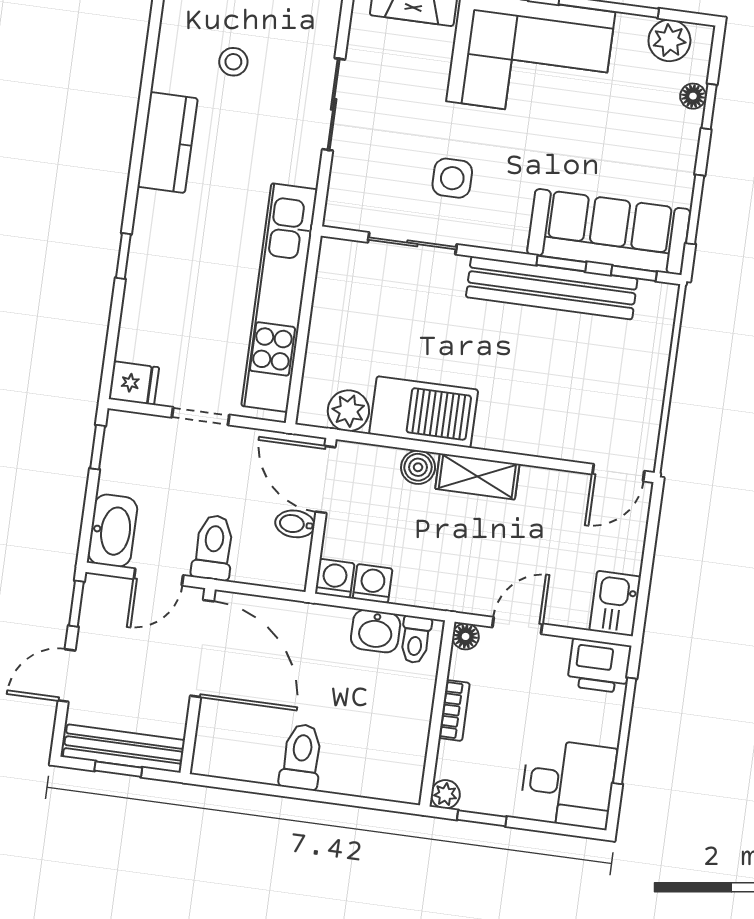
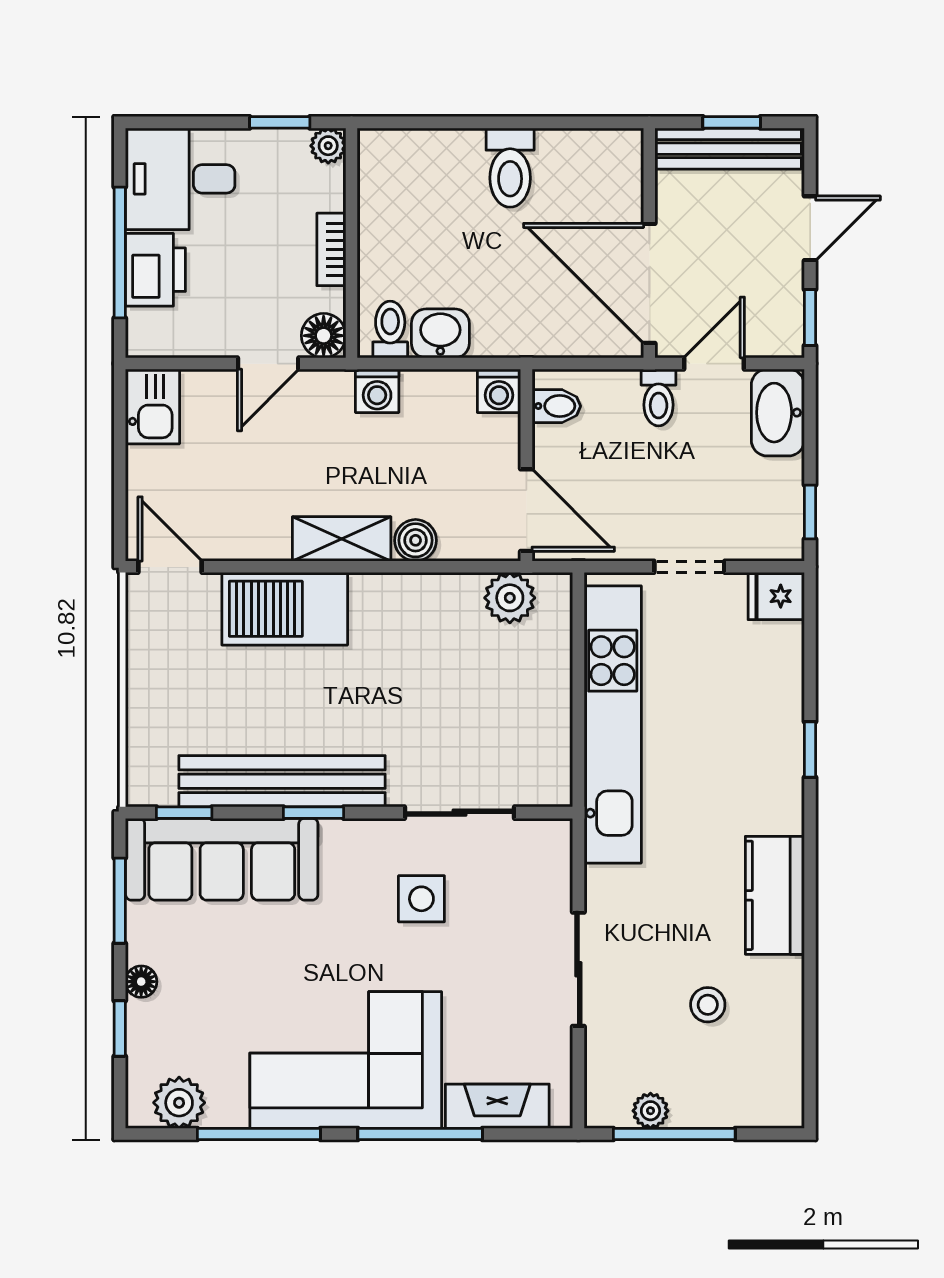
floor lamp: (693, 96) -> (141, 982), moved
window: (561, 264) -> (313, 813), moved
barbecue: (424, 412) -> (285, 609), moved
door: (618, 473) -> (170, 567), hinge flipped
bidet: (295, 524) -> (556, 406), moved
toilet: (213, 548) -> (659, 398), width x0.73, depth x0.72
washing machine: (373, 584) -> (377, 391), moved
floor lamp: (466, 636) -> (324, 336), width x1.37, depth x1.37
printer: (599, 666) -> (155, 270), moved, turned 90

